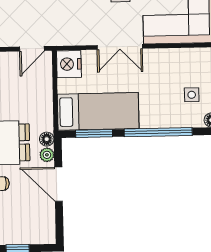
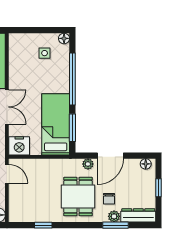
floor lamp: (47, 139) -> (146, 164), moved

